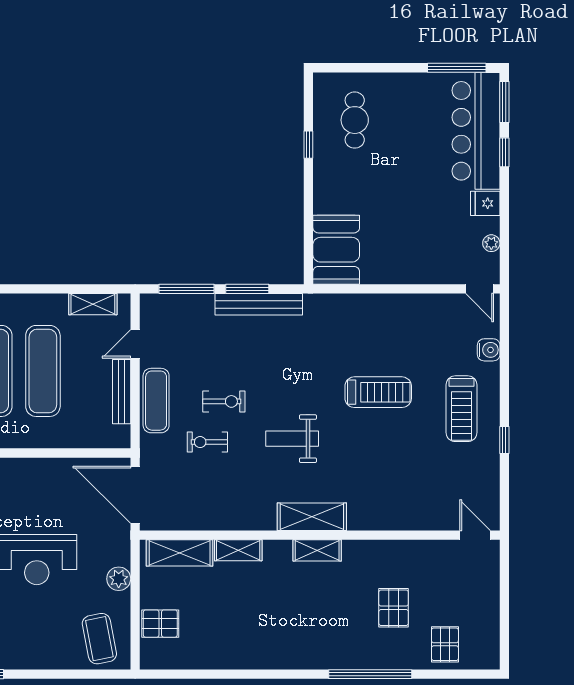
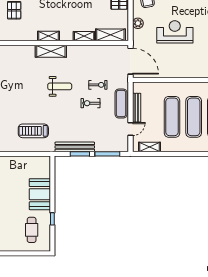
booth: (336, 250) -> (40, 194), moved
treadmill: (378, 392) -> (33, 131), moved

